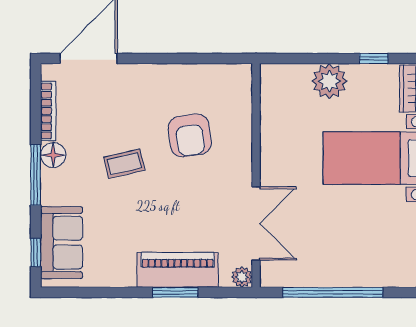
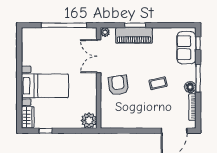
plant: (329, 81) -> (89, 120), moved
armchair: (190, 135) -> (118, 85), moved

